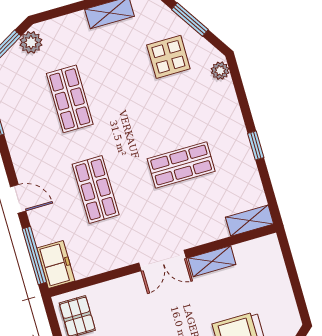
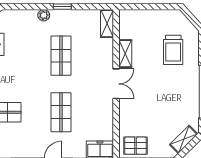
plant: (220, 71) -> (44, 15), moved
shop shelf: (96, 190) -> (61, 112), turned 90

